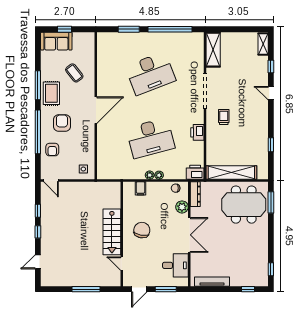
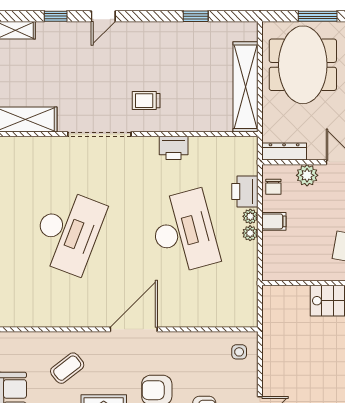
desk: (150, 73) -> (68, 232), turned 42
door: (96, 110) -> (134, 329), hinge flipped
printer: (195, 172) -> (245, 192), moved
filing cabinet: (140, 188) -> (274, 221), moved
window: (271, 202) -> (318, 16), moved

